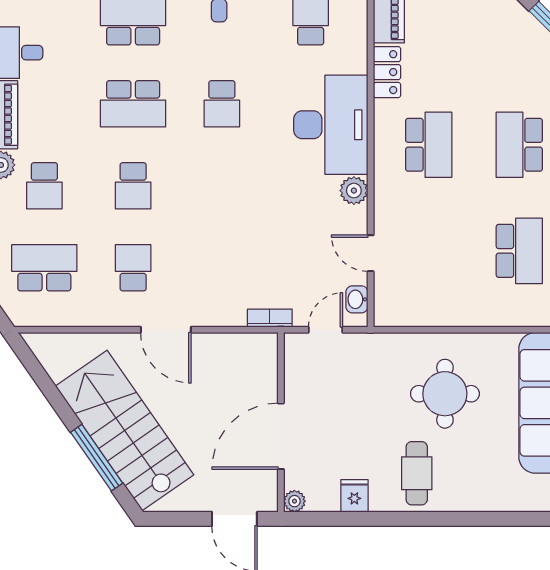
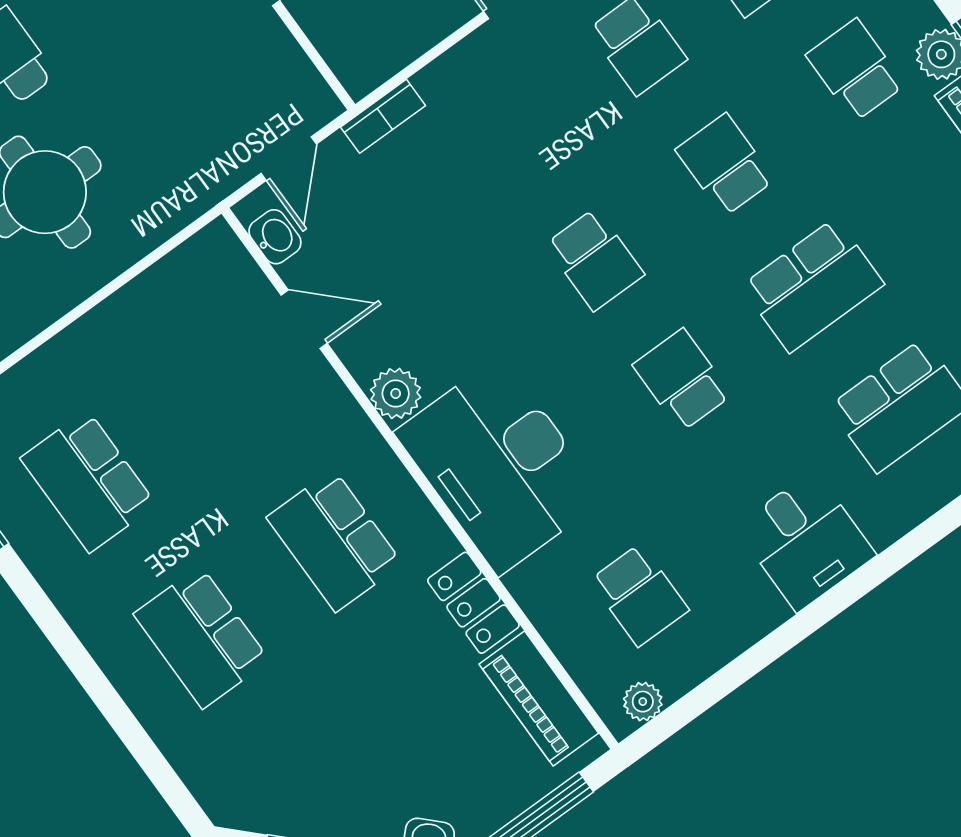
school desk: (133, 104) -> (813, 285), turned 180
school desk: (519, 145) -> (201, 637), turned 180
school desk: (222, 186) -> (595, 260), added

